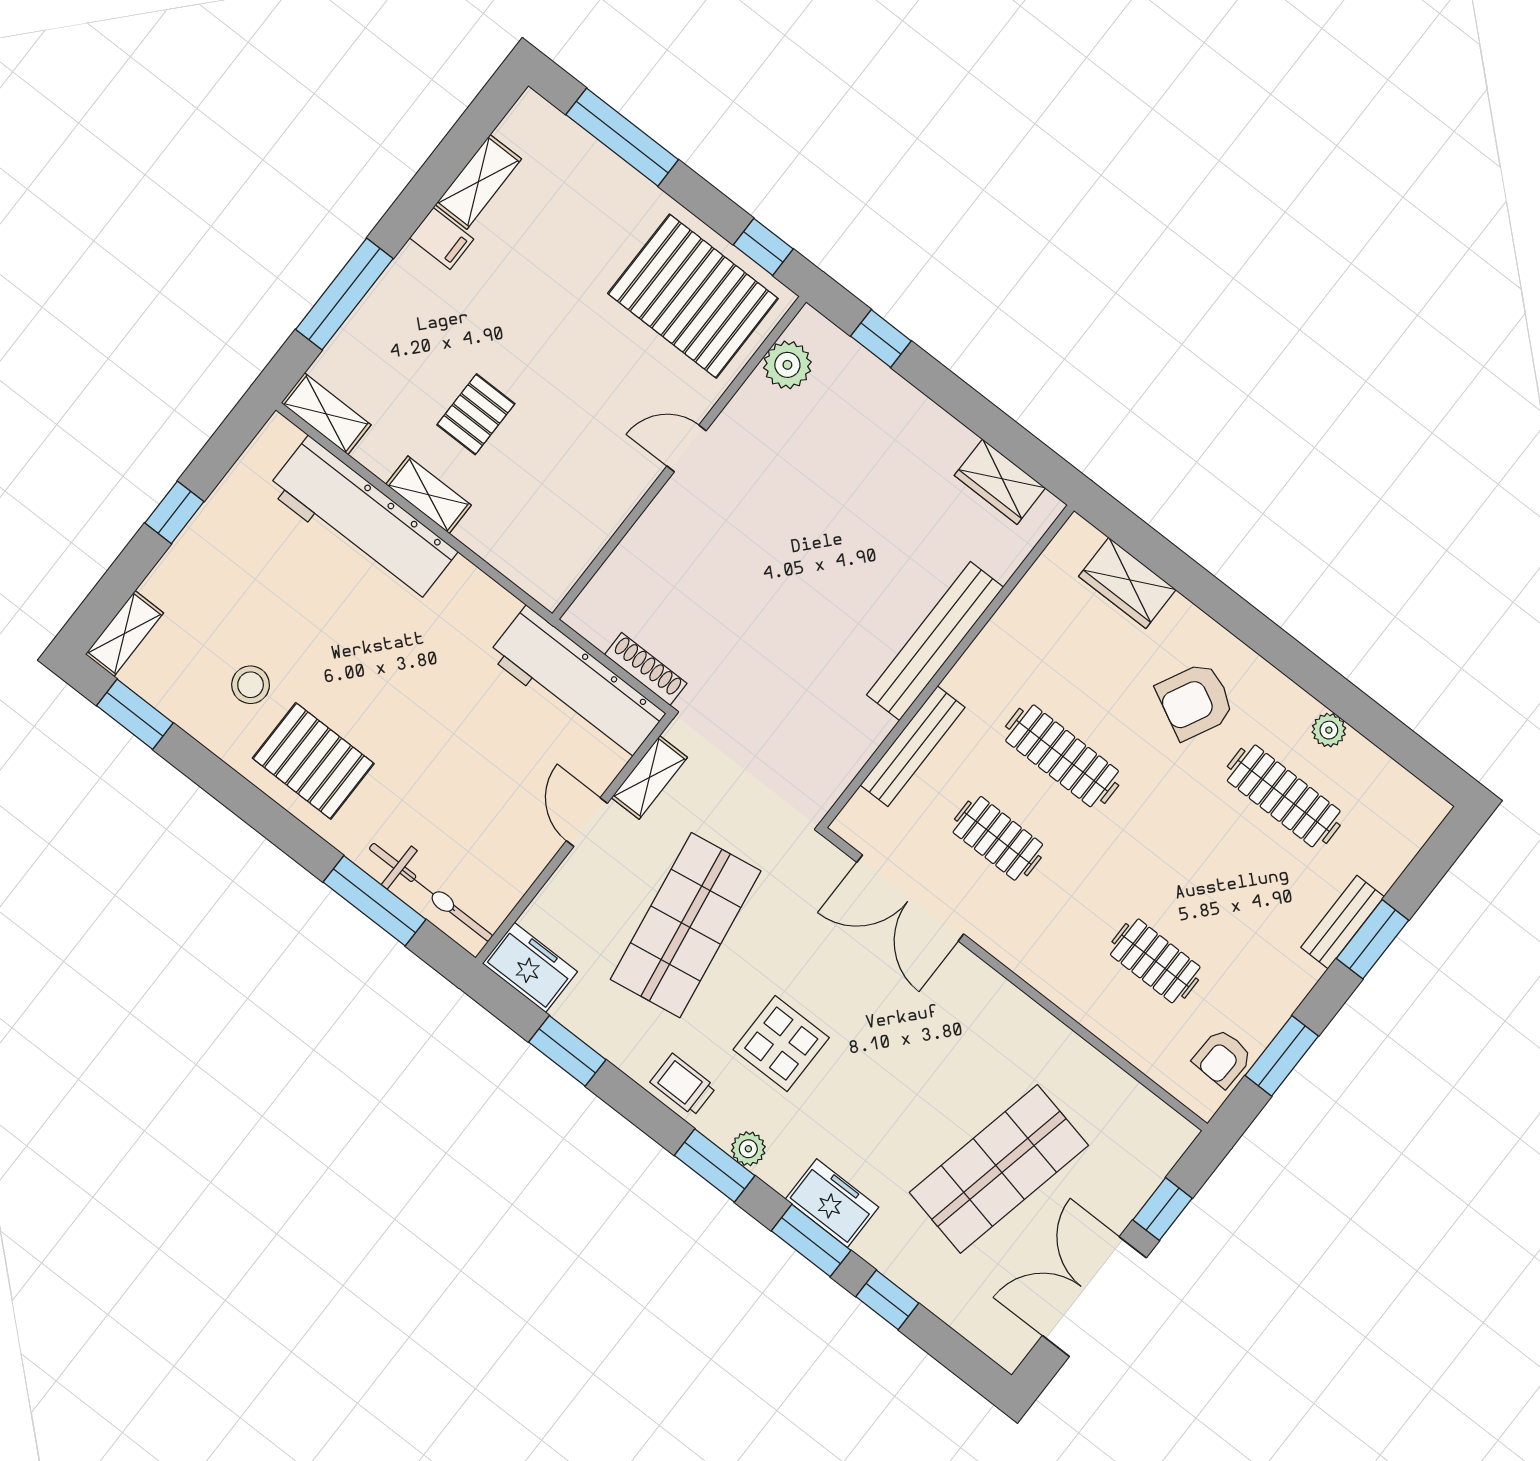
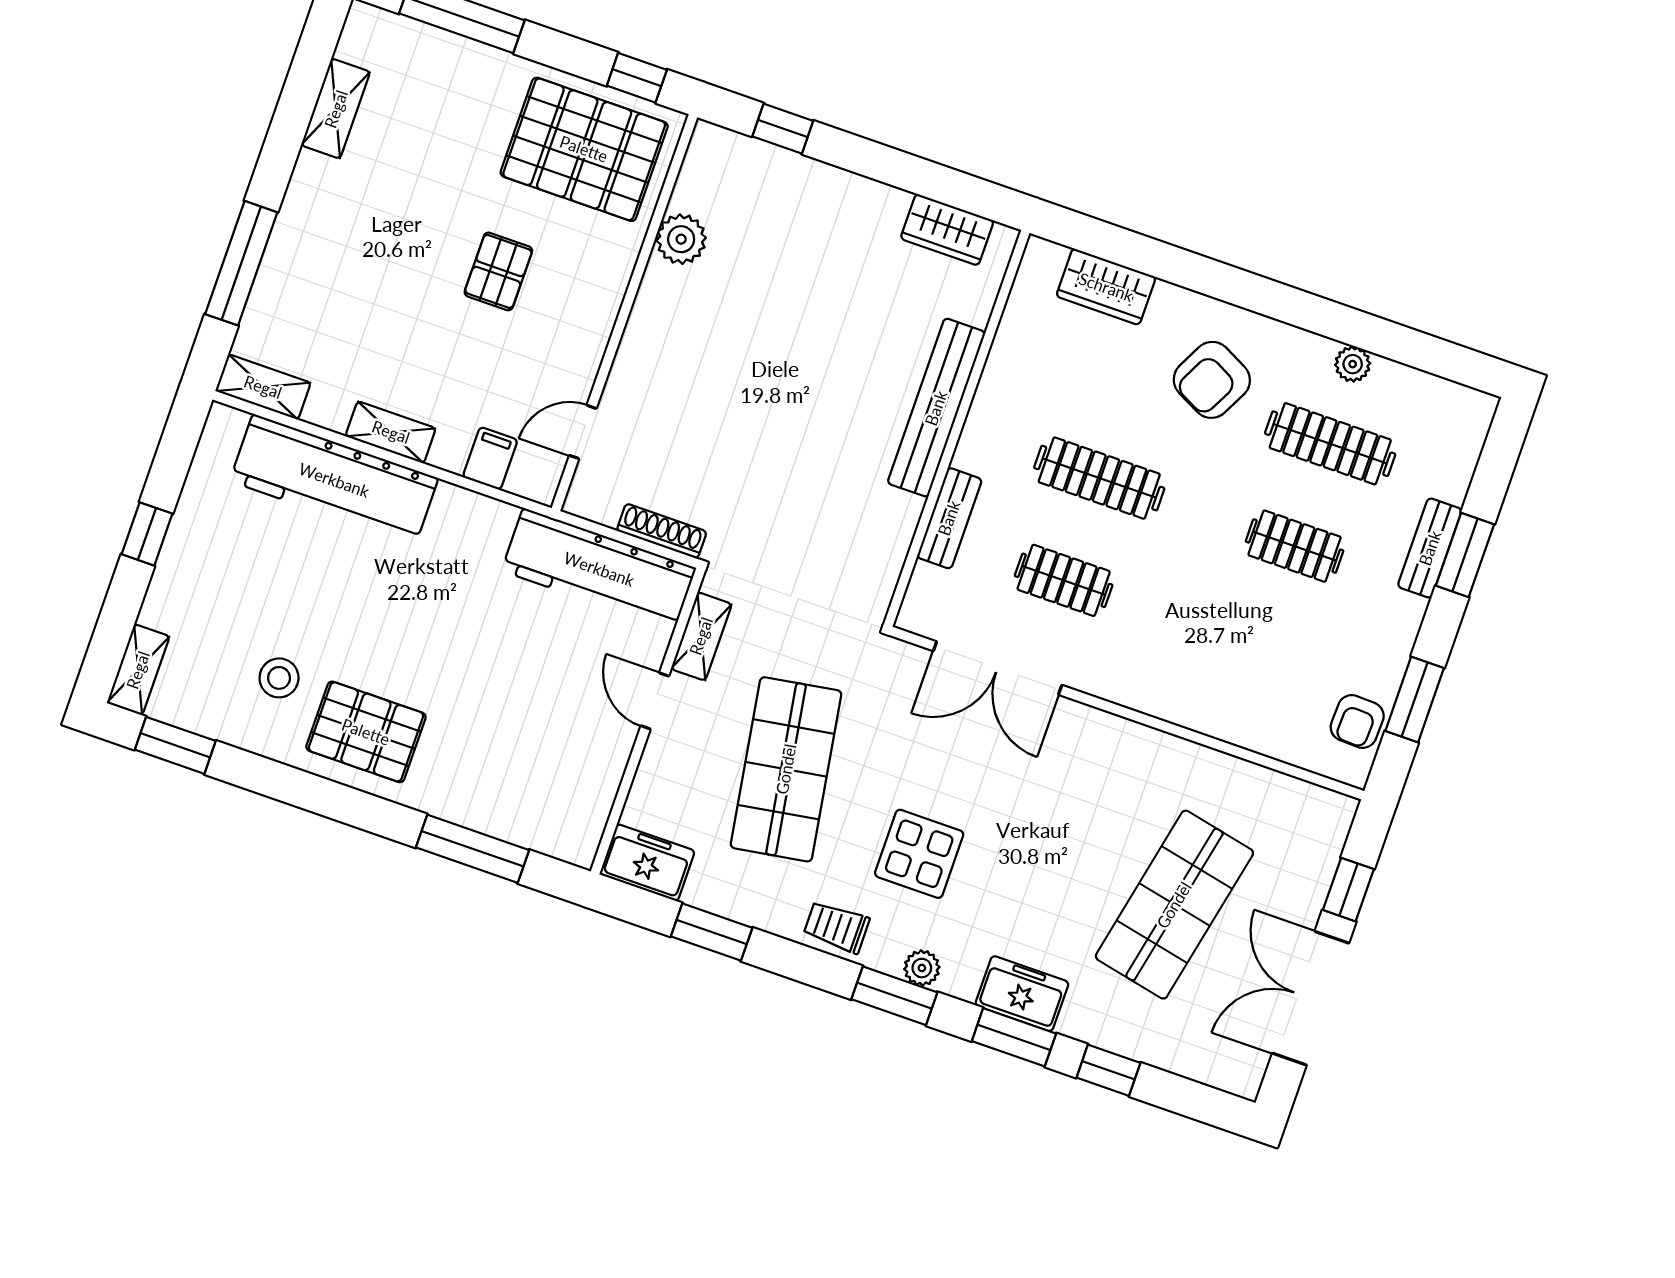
filing cabinet: (442, 239) -> (490, 458), moved, turned -90
plant: (787, 365) -> (681, 239), moved
pallet: (476, 414) -> (498, 271), moved
door: (687, 448) -> (583, 432), moved
bench: (913, 746) -> (949, 518), width x0.73
bicycle: (431, 892) -> (525, 822), removed
clothes rail: (1155, 961) -> (1295, 546), moved

